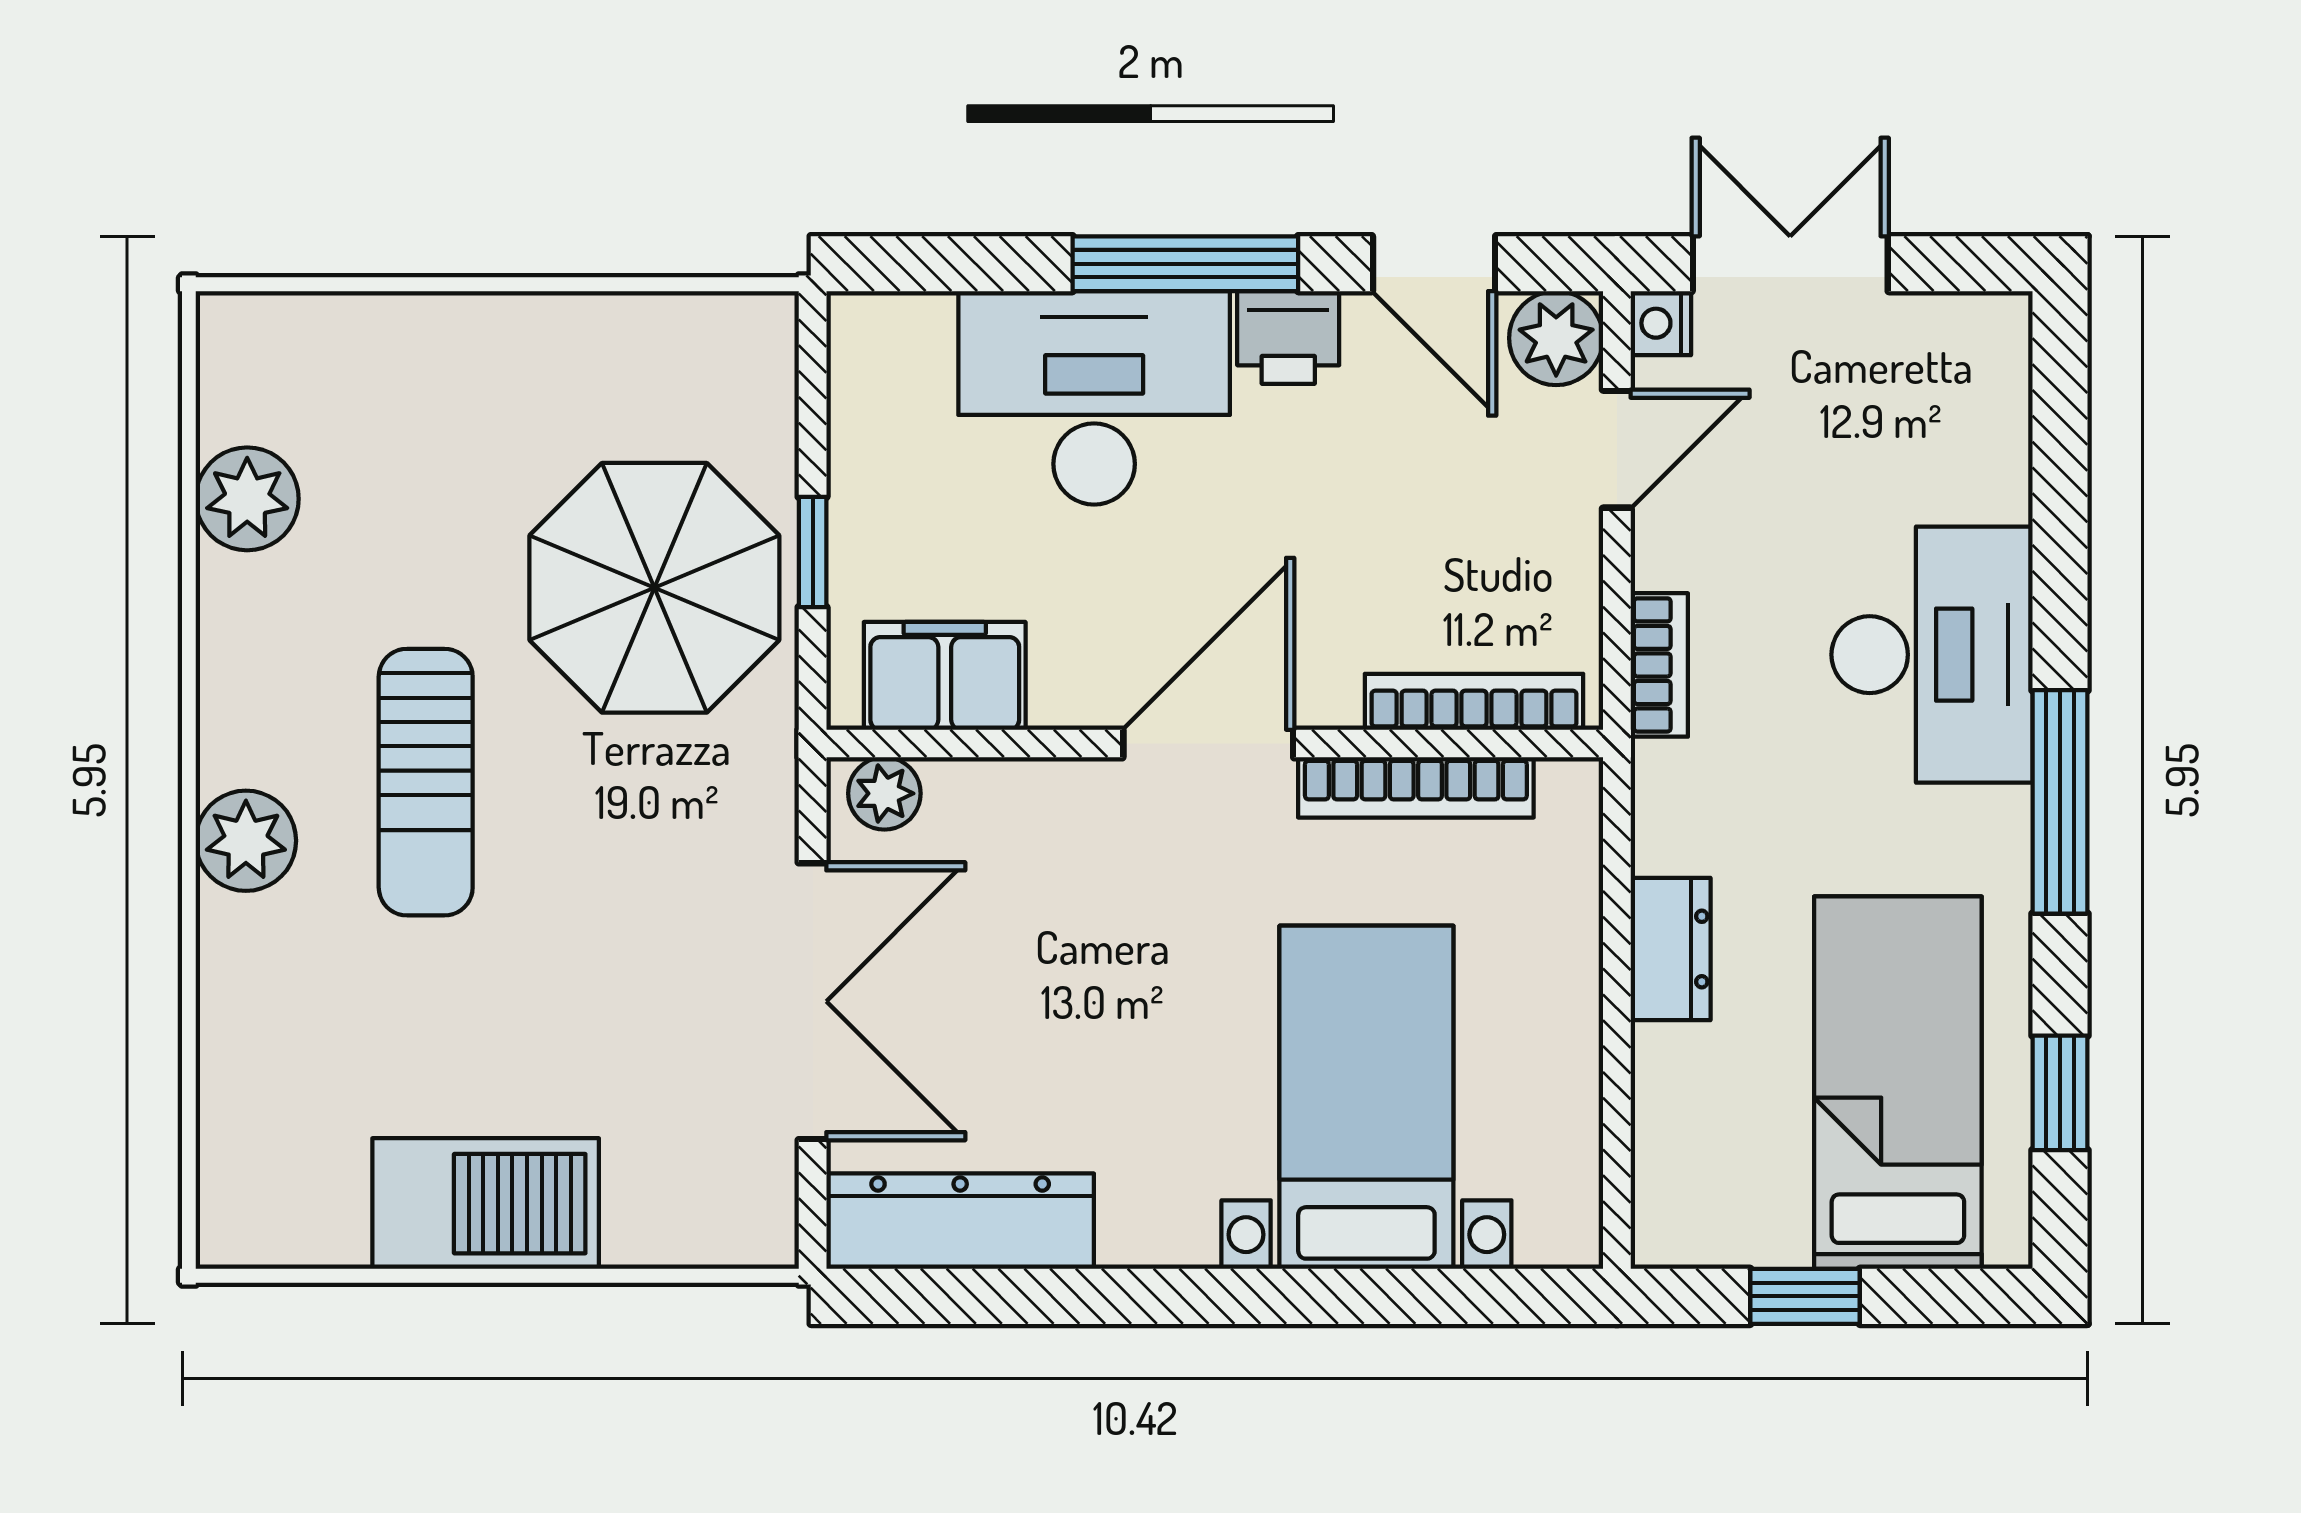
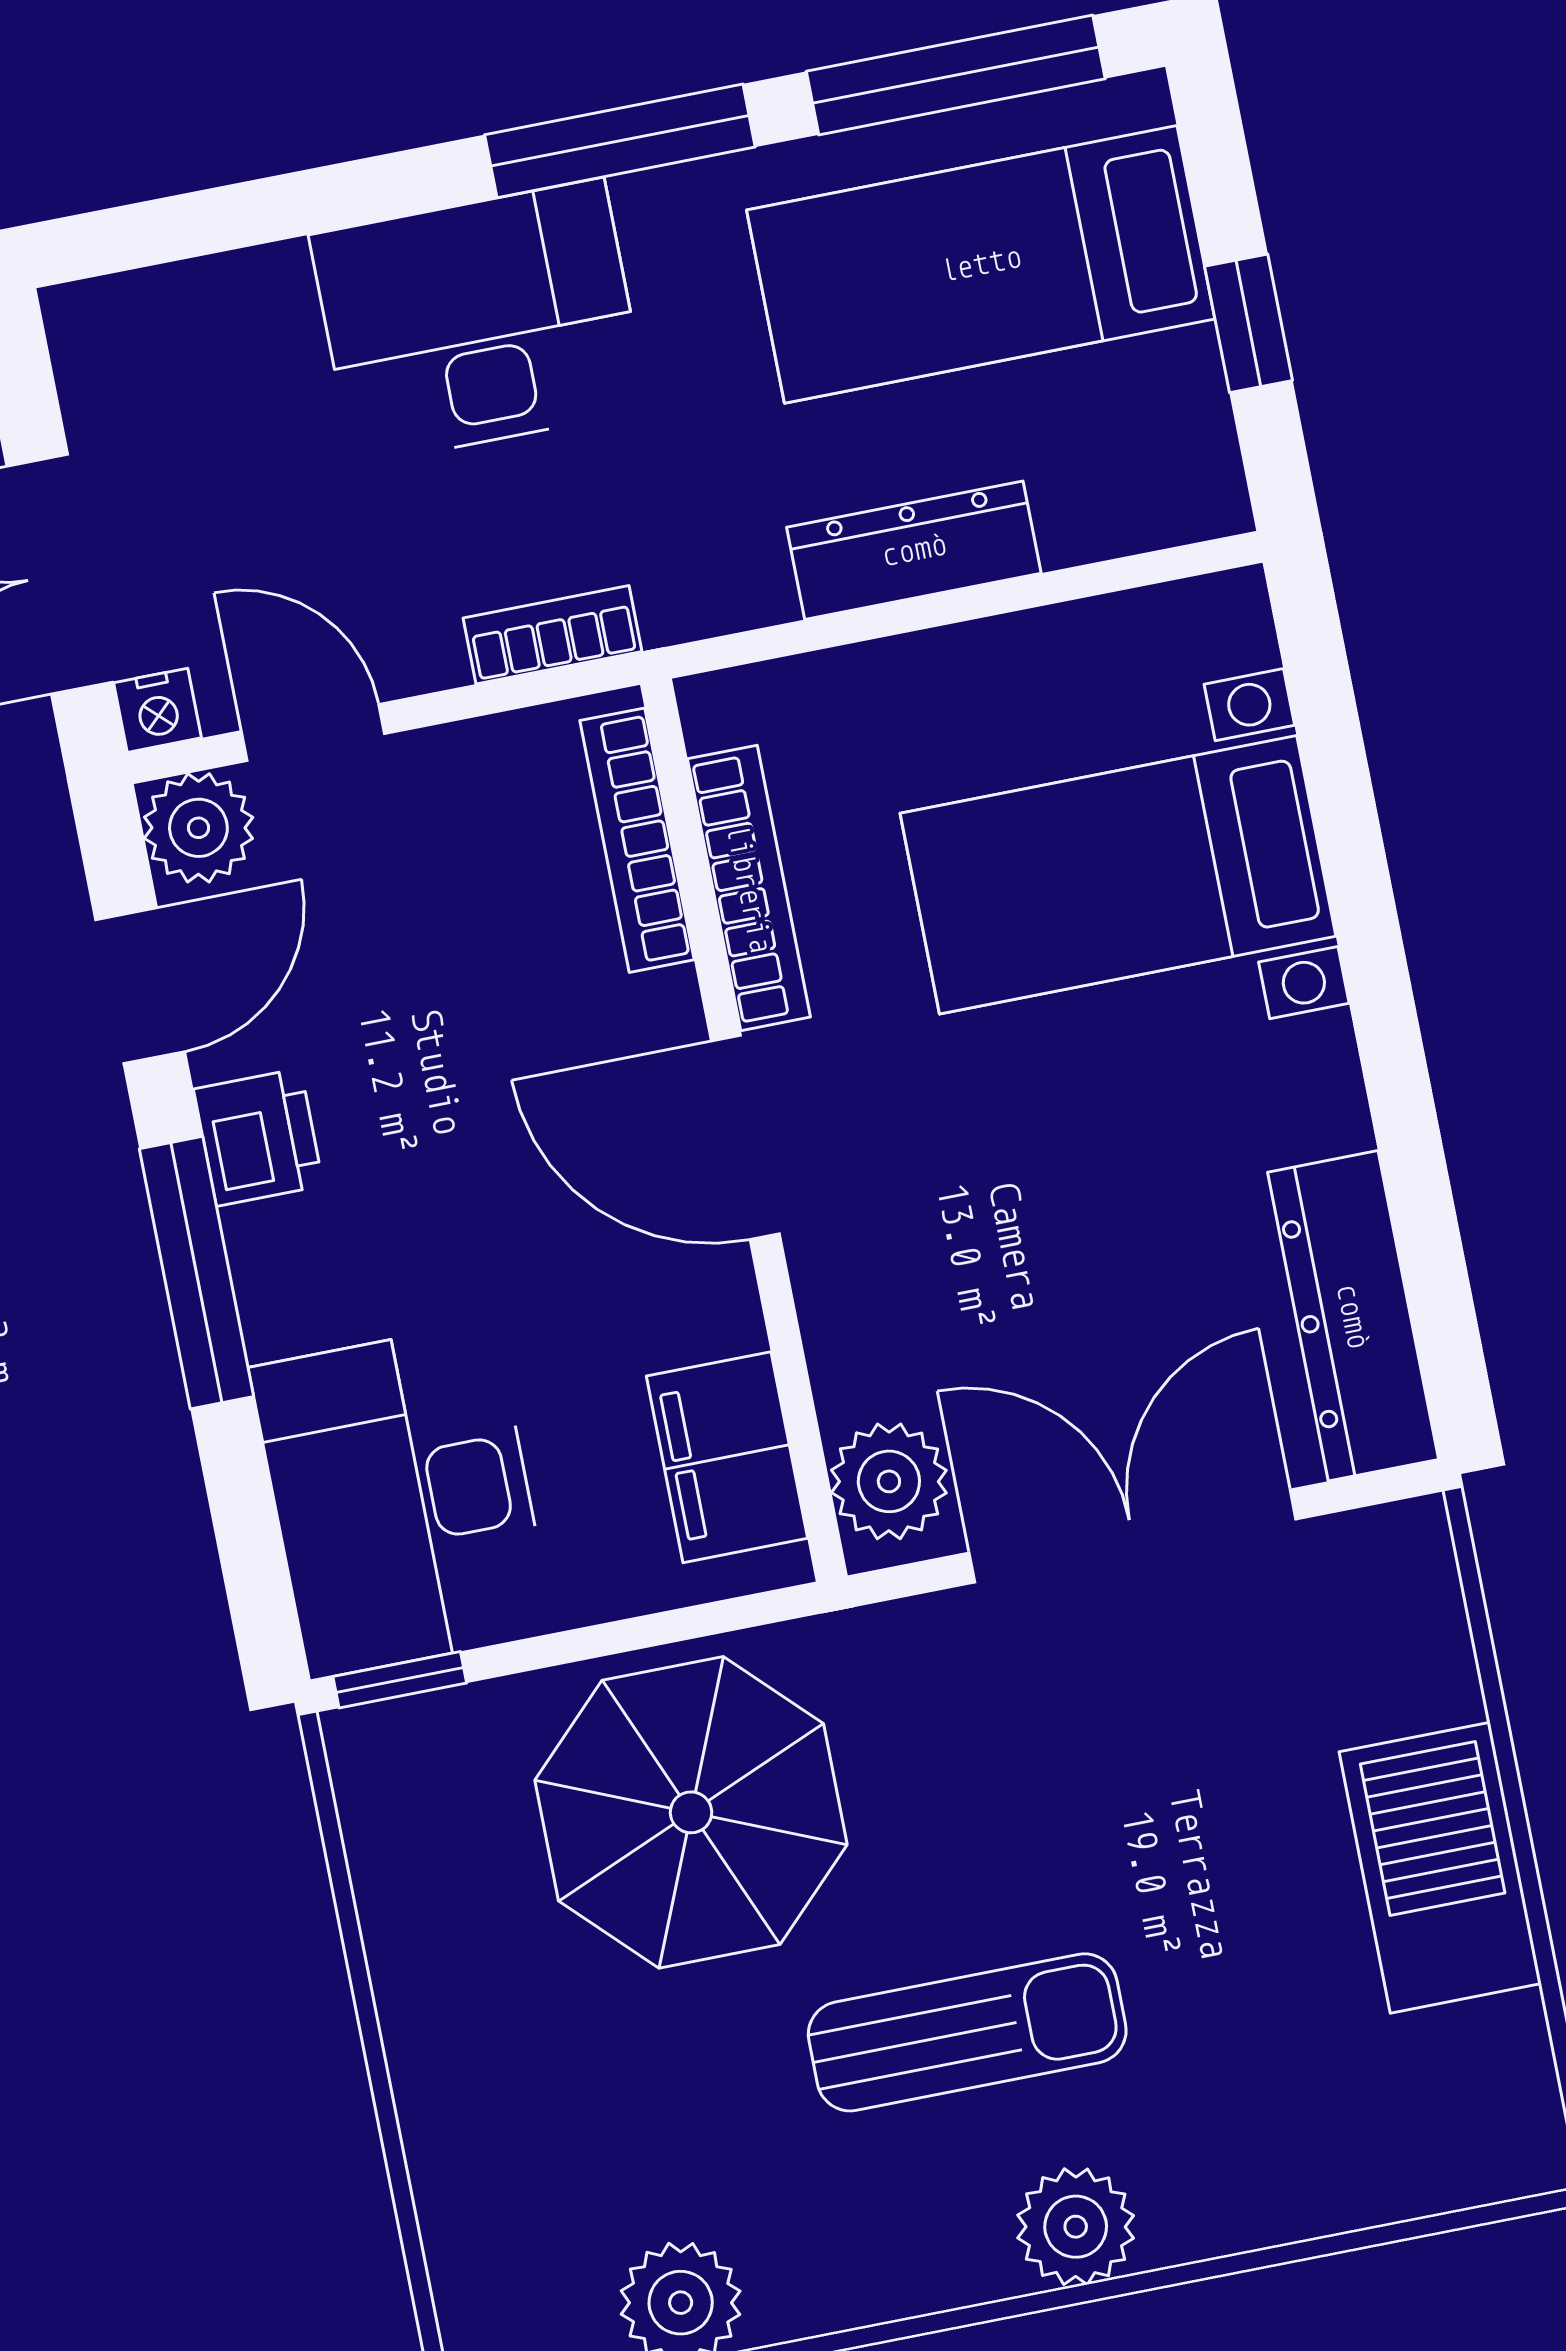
desk: (1094, 398) -> (402, 1500), moved
window: (813, 552) -> (400, 1680), moved
plant: (884, 793) -> (889, 1481), width x1.38, depth x1.38
dresser: (1671, 949) -> (914, 550), width x1.44
window: (2060, 1093) -> (956, 75), width x2.17

